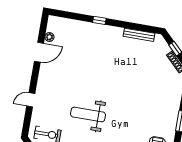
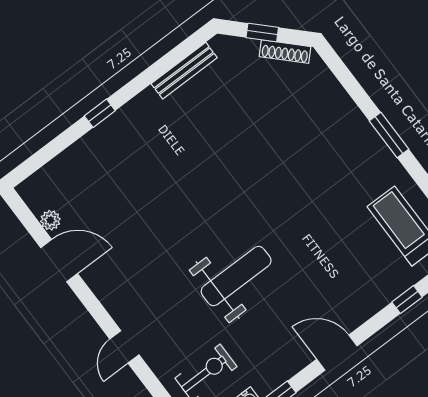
door: (39, 52) -> (59, 261), hinge flipped
weight bench: (88, 114) -> (236, 276), turned 180

